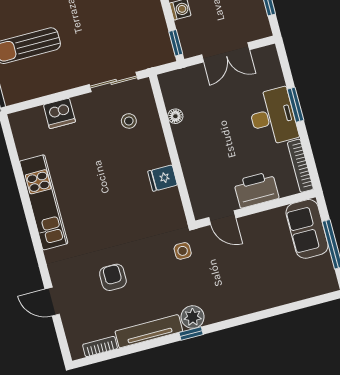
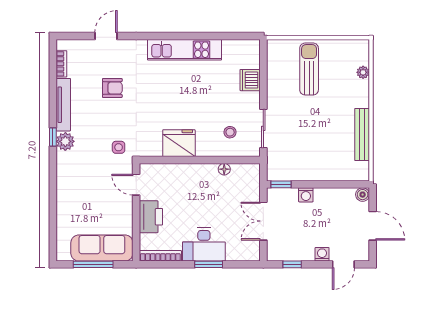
fridge: (163, 178) -> (179, 143), width x1.88, depth x1.34
door: (222, 218) -> (136, 185), hinge flipped
sofa: (307, 229) -> (102, 248), width x1.36

